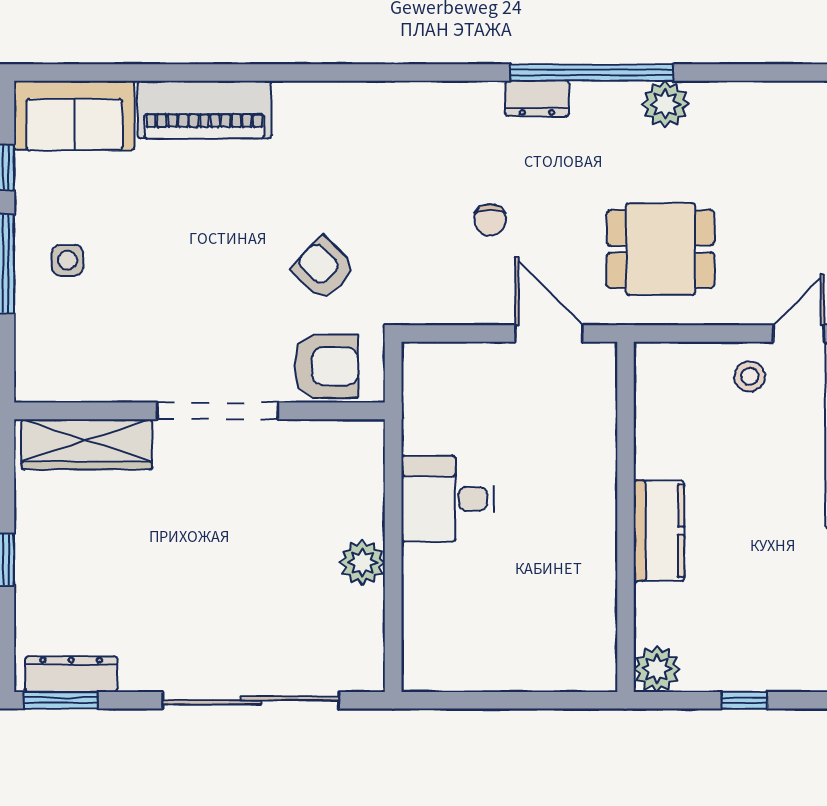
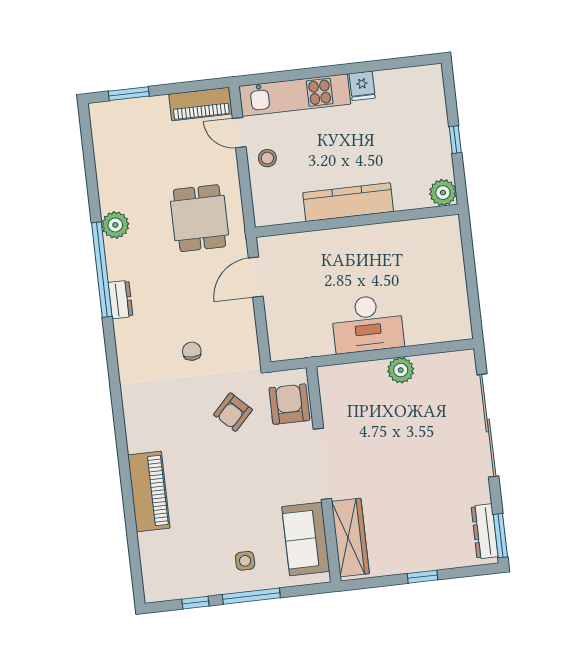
sofa: (74, 115) -> (306, 539), moved, turned 180
chair: (490, 220) -> (192, 351), moved, turned -90
desk: (448, 499) -> (367, 324), width x1.37
kitchen counter: (659, 531) -> (348, 202), width x1.50

